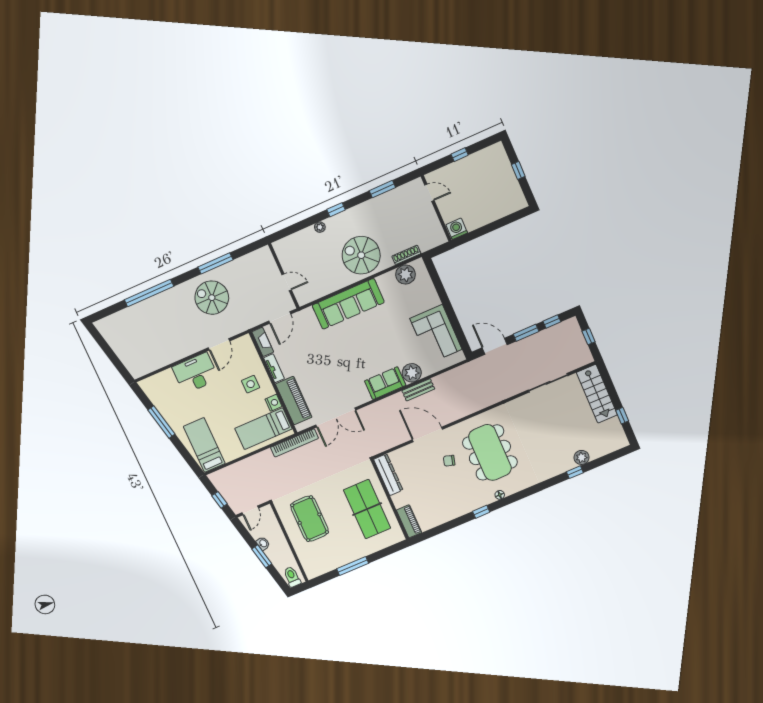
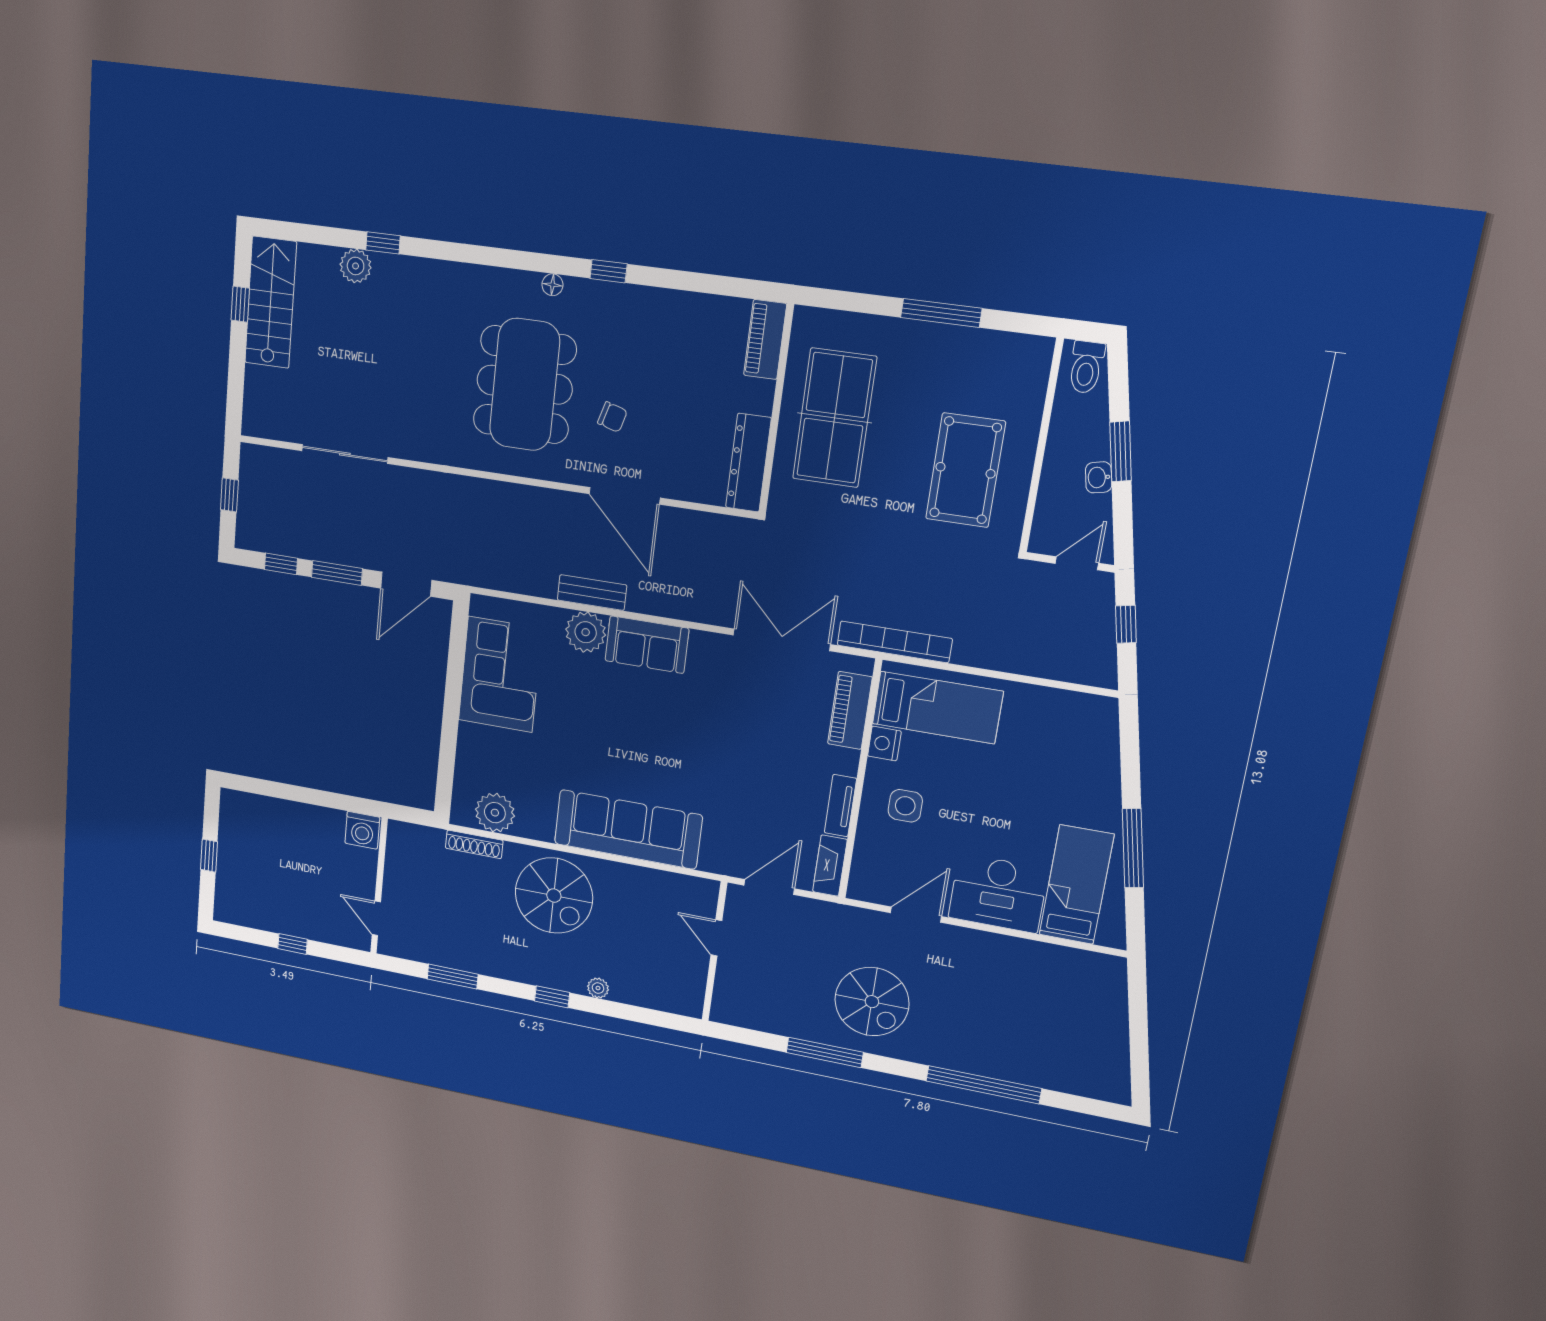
door: (495, 346) -> (406, 584), hinge flipped
stairs: (597, 394) -> (271, 302), moved
piano: (294, 401) -> (850, 710), width x0.73, depth x0.75
bed: (204, 445) -> (1076, 885), moved, turned 180

